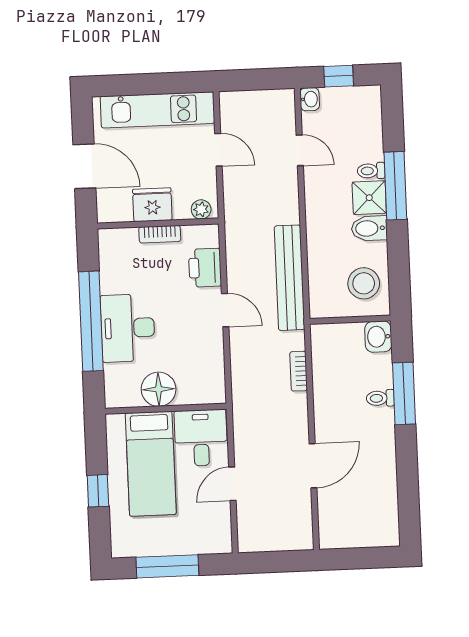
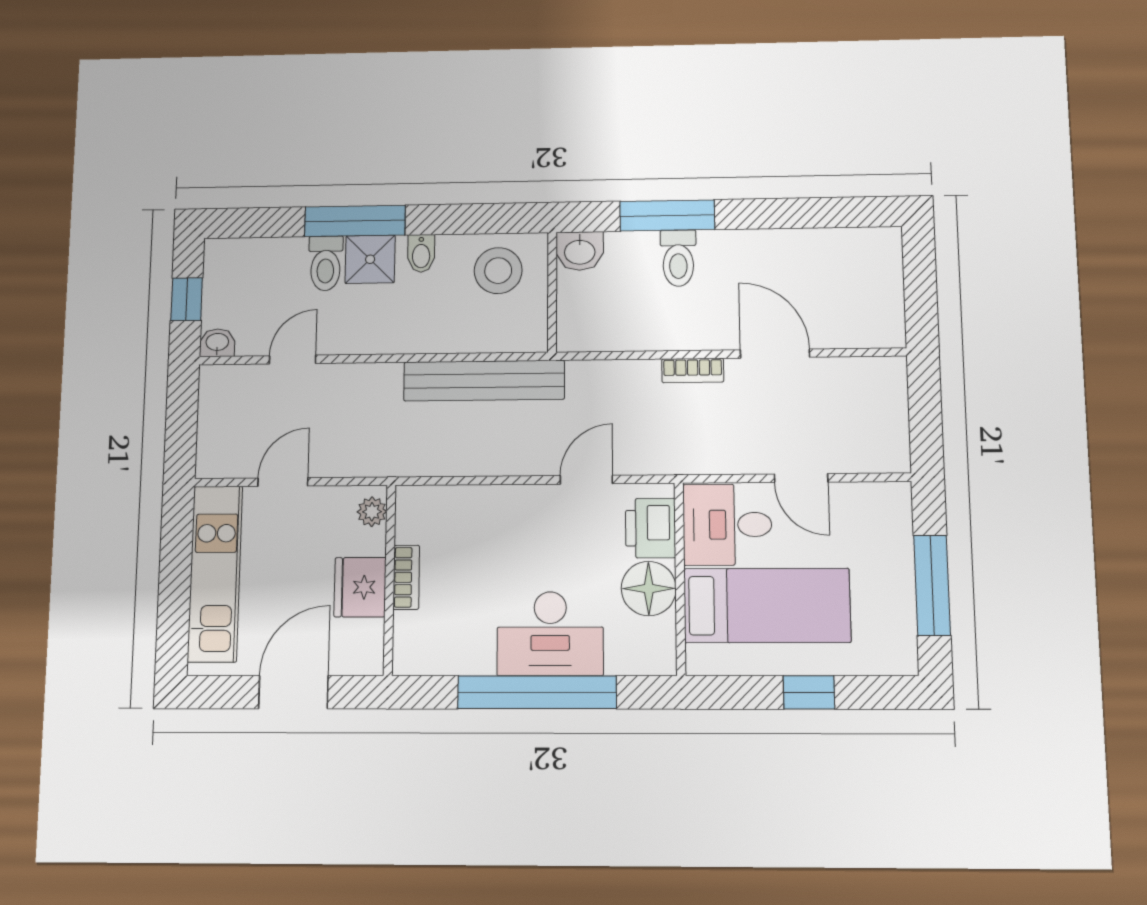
toilet: (371, 171) -> (326, 263), width x1.37, depth x1.39
bidet: (369, 228) -> (421, 253), width x0.72, depth x0.74
printer: (205, 268) -> (650, 528), moved, turned 90
door: (225, 310) -> (586, 480), moved
bookcase: (299, 371) -> (693, 370), moved
toilet: (380, 398) -> (678, 258), width x1.37, depth x1.39

